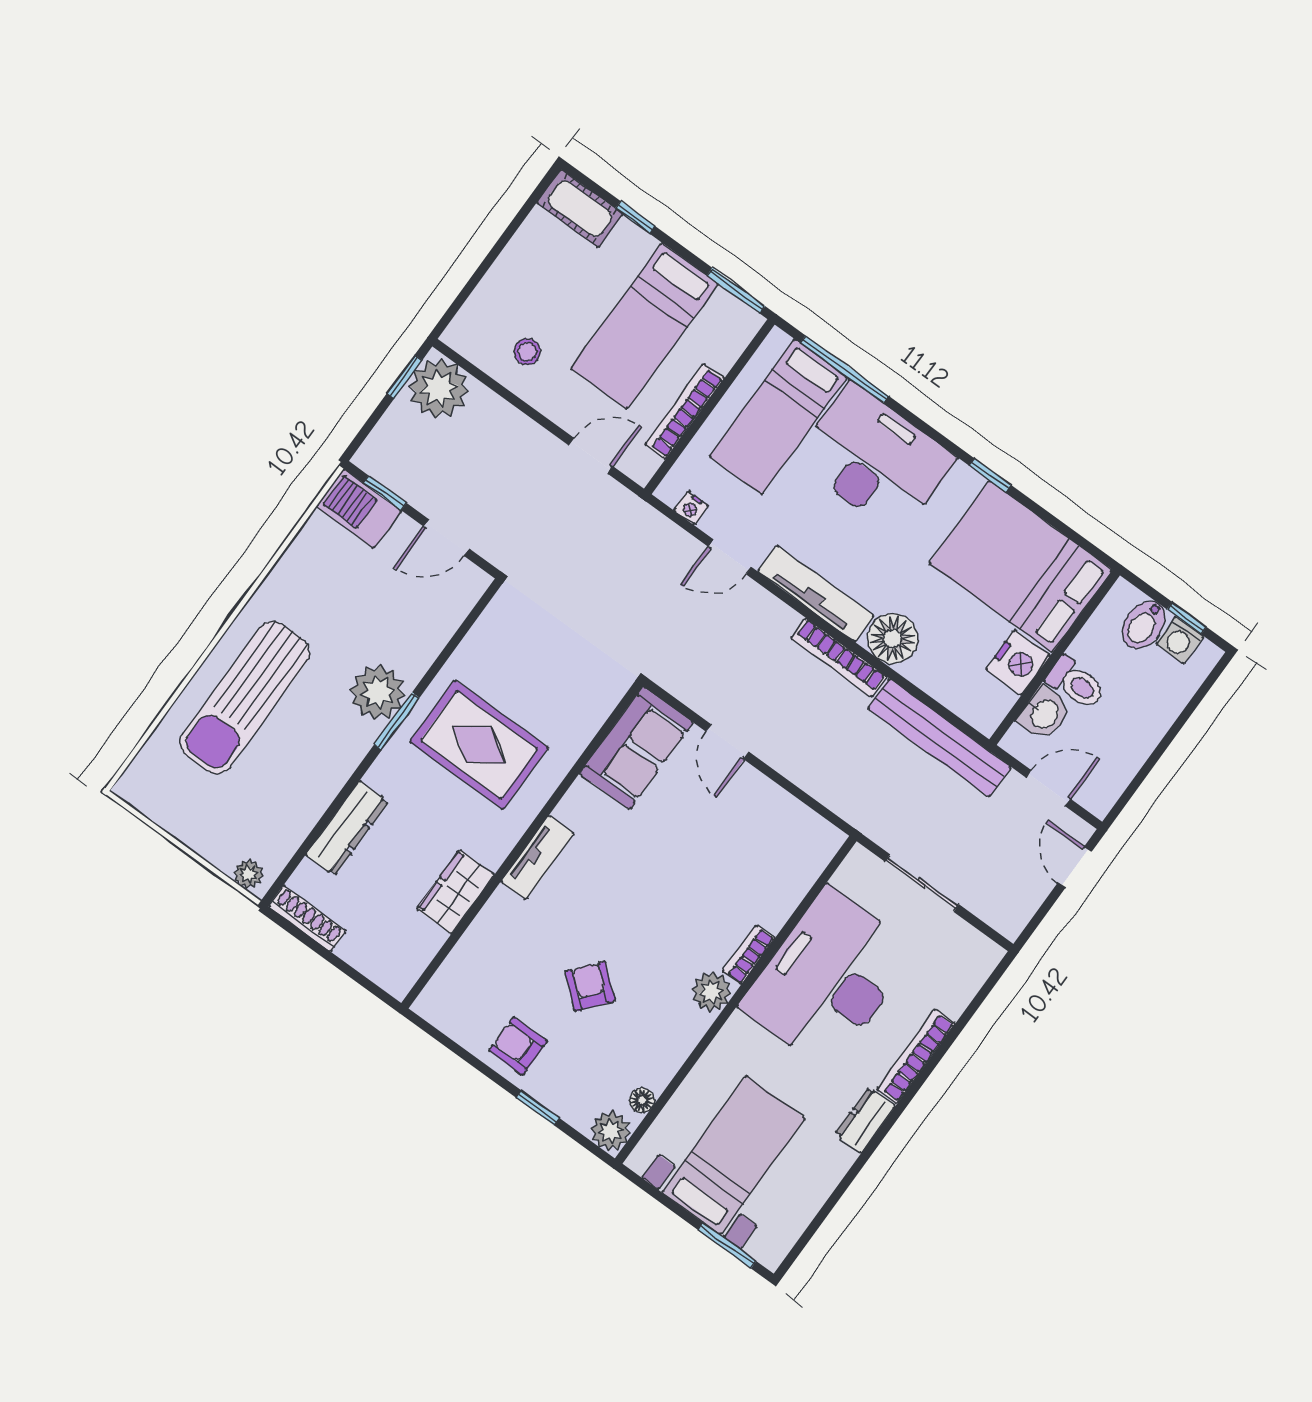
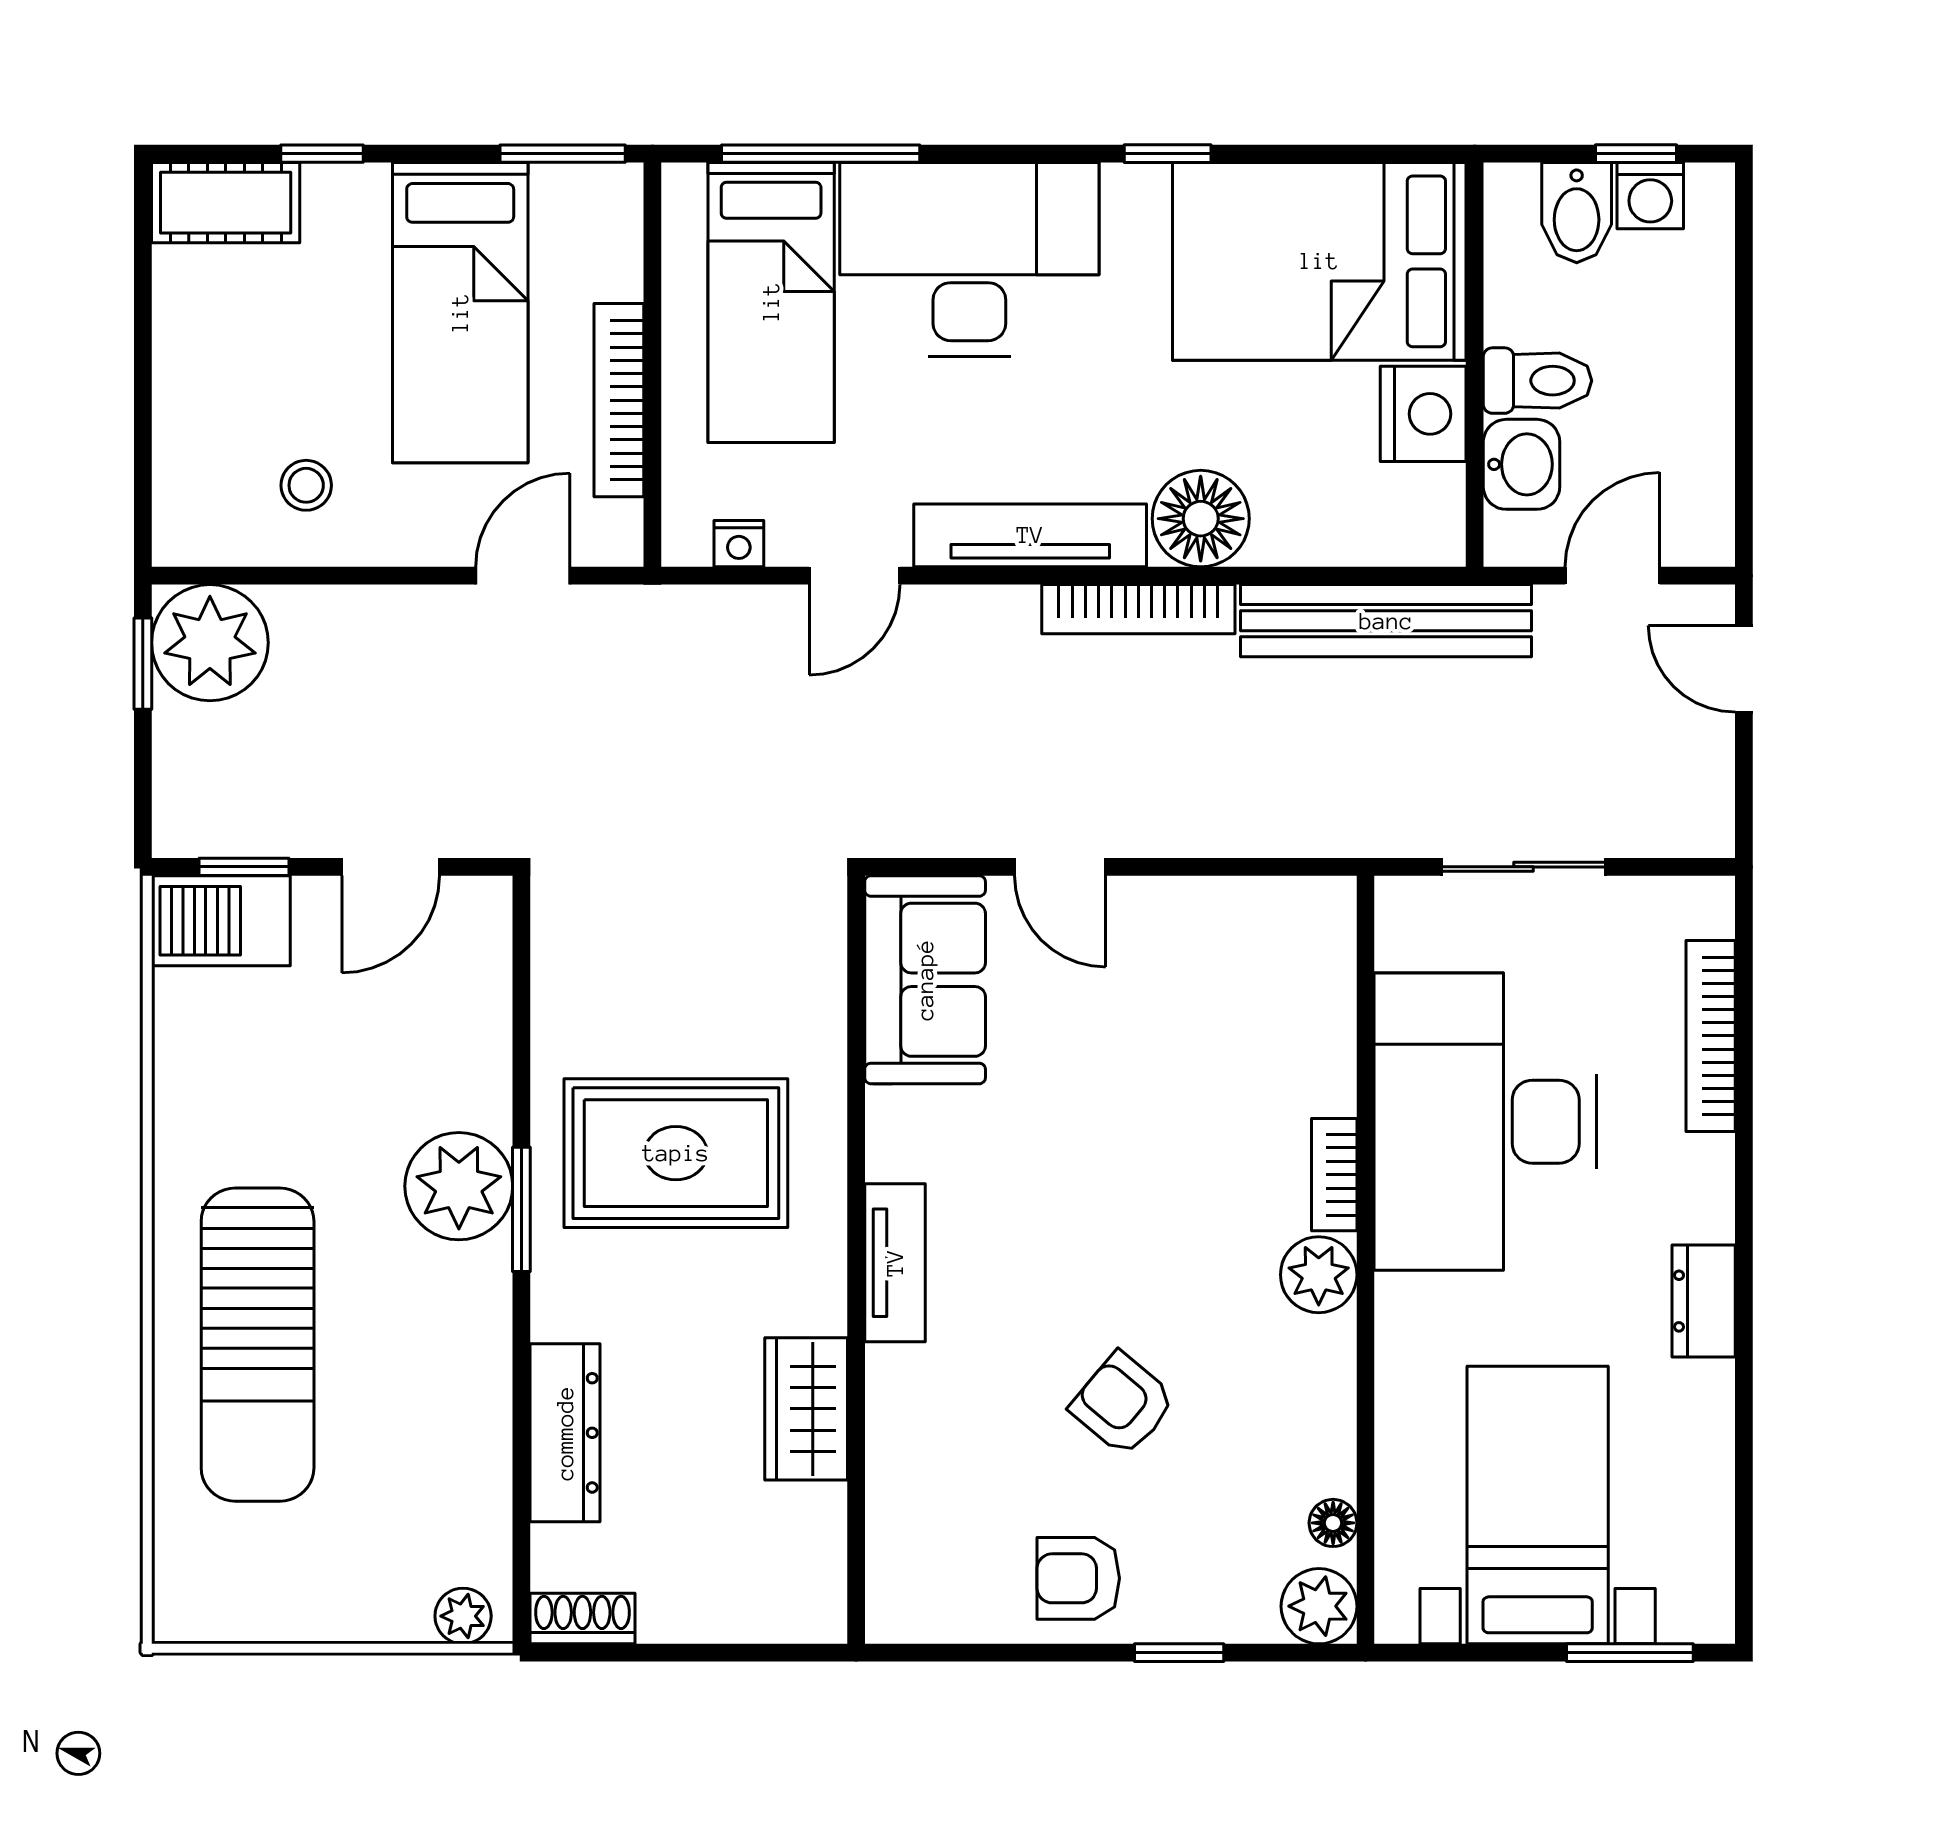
shoe rack: (307, 918) -> (582, 1619), width x0.70
bookcase: (916, 1056) -> (1711, 1036), moved

